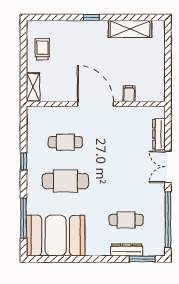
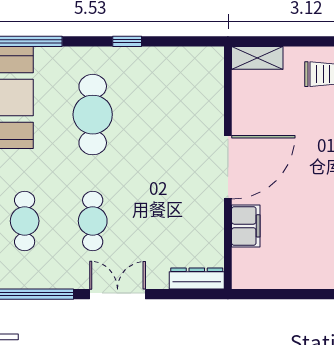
filing cabinet: (129, 94) -> (246, 226), width x2.00
dresser: (159, 134) -> (197, 278), moved
cafe table: (65, 142) -> (93, 221), moved

